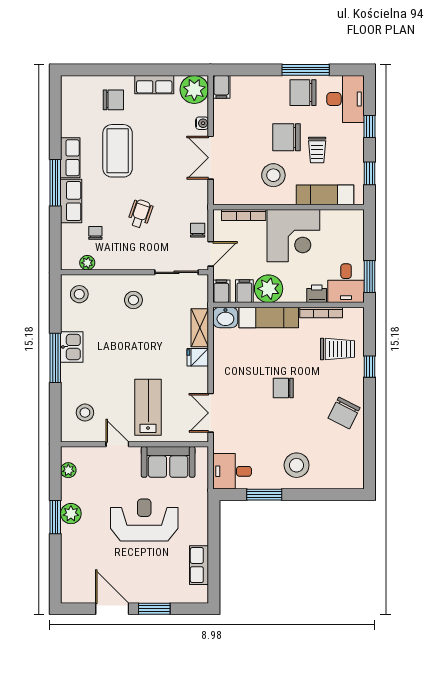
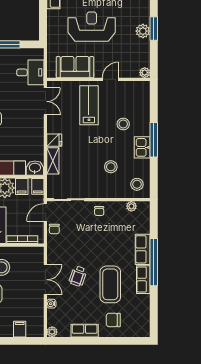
filing cabinet: (221, 87) -> (20, 329), moved
plant: (194, 89) -> (52, 332), width x0.53, depth x0.53
window: (55, 183) -> (154, 262), width x1.46
wheelchair: (140, 214) -> (78, 276), moved
chair: (95, 233) -> (99, 211), moved
stool: (133, 300) -> (111, 167), moved
lab bench: (148, 407) -> (89, 105), turned 180
stool: (85, 413) -> (123, 124), moved
door: (117, 444) -> (110, 79), swing flipped
plant: (68, 470) -> (145, 73), moved
desk: (232, 471) -> (30, 72), moved
reception desk: (144, 520) -> (92, 27), turned 180

